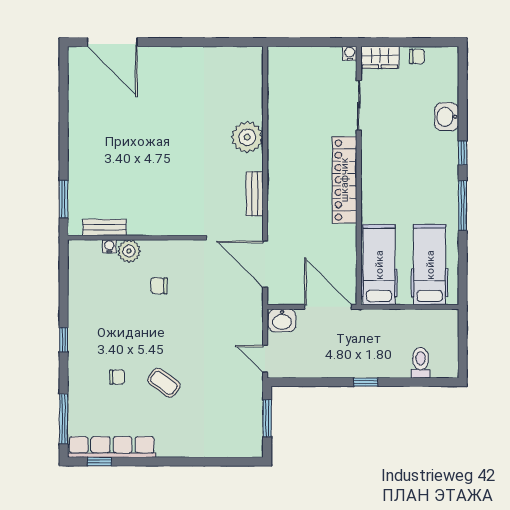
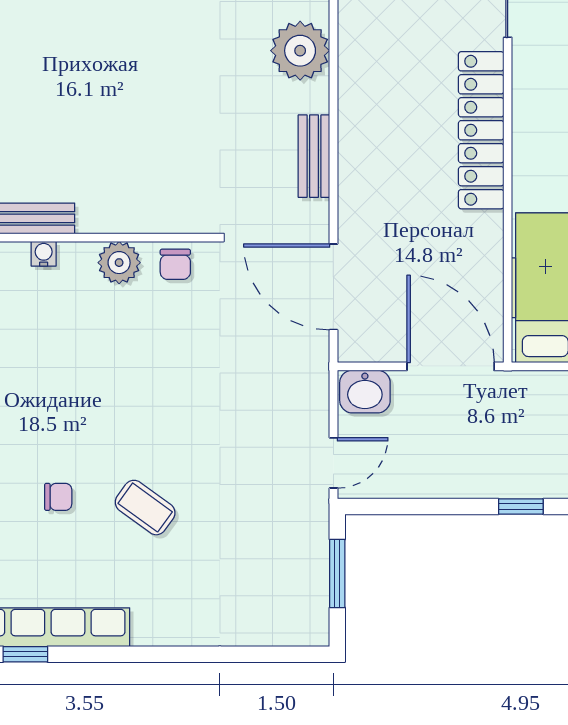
plant: (129, 251) -> (119, 263), moved
chair: (159, 286) -> (175, 264), moved, turned -90
door: (265, 359) -> (333, 463), swing flipped

